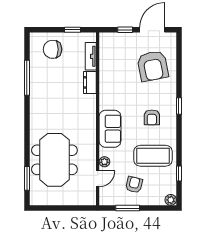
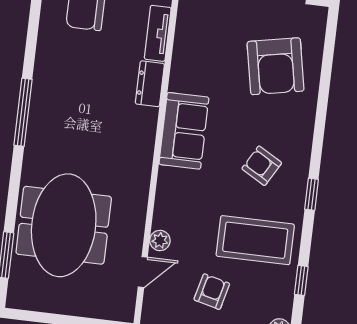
window: (27, 78) -> (23, 112), moved
window: (179, 106) -> (312, 194), moved
armchair: (152, 117) -> (262, 166), turned 120
sofa: (110, 129) -> (184, 131), moved

